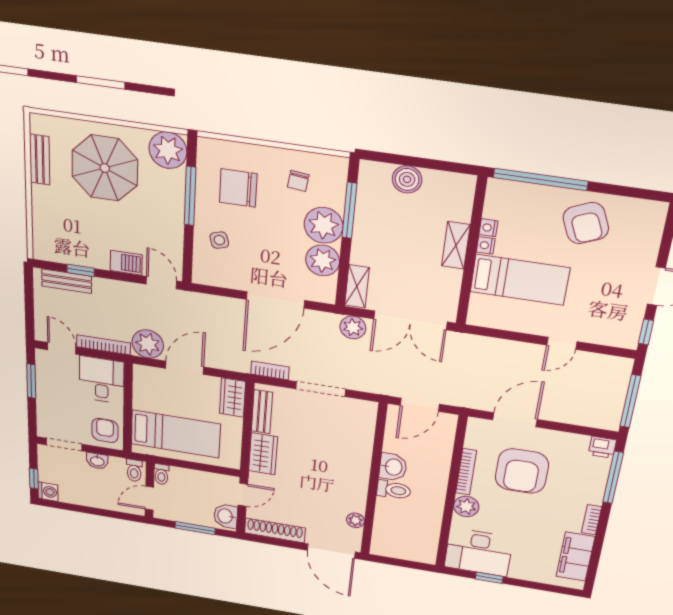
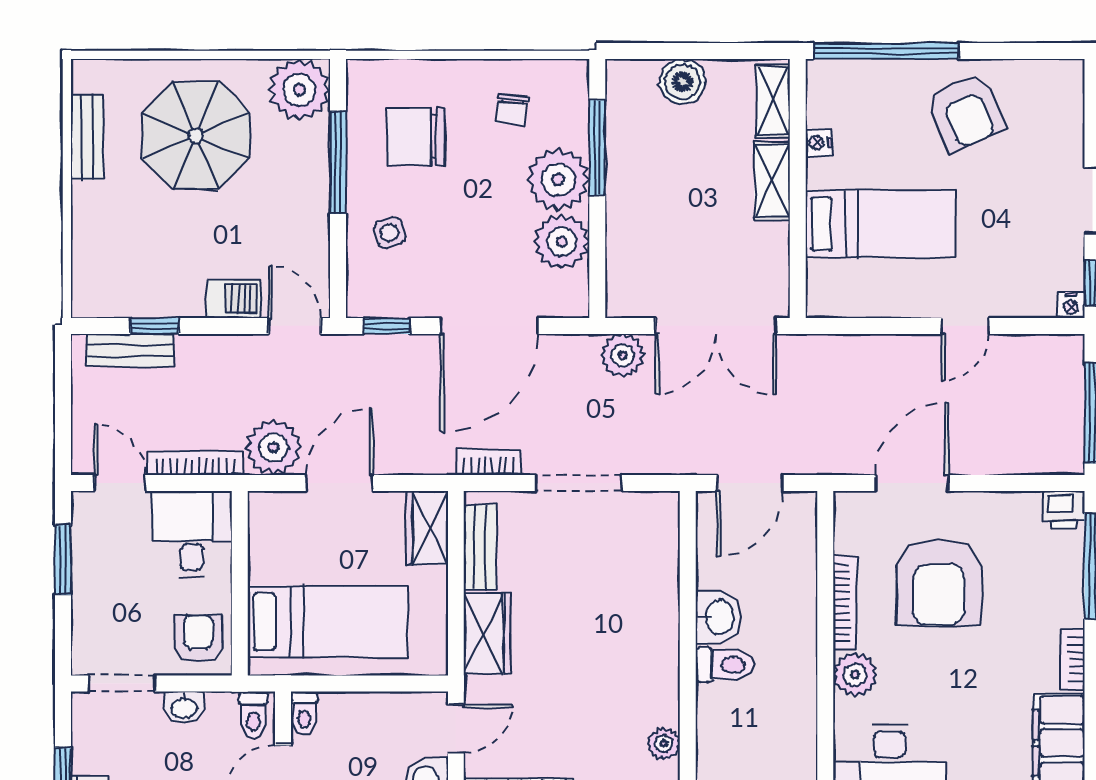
nightstand: (486, 245) -> (1071, 305), moved, turned -90
shelving: (357, 286) -> (773, 101), moved
window: (215, 291) -> (387, 326), added

